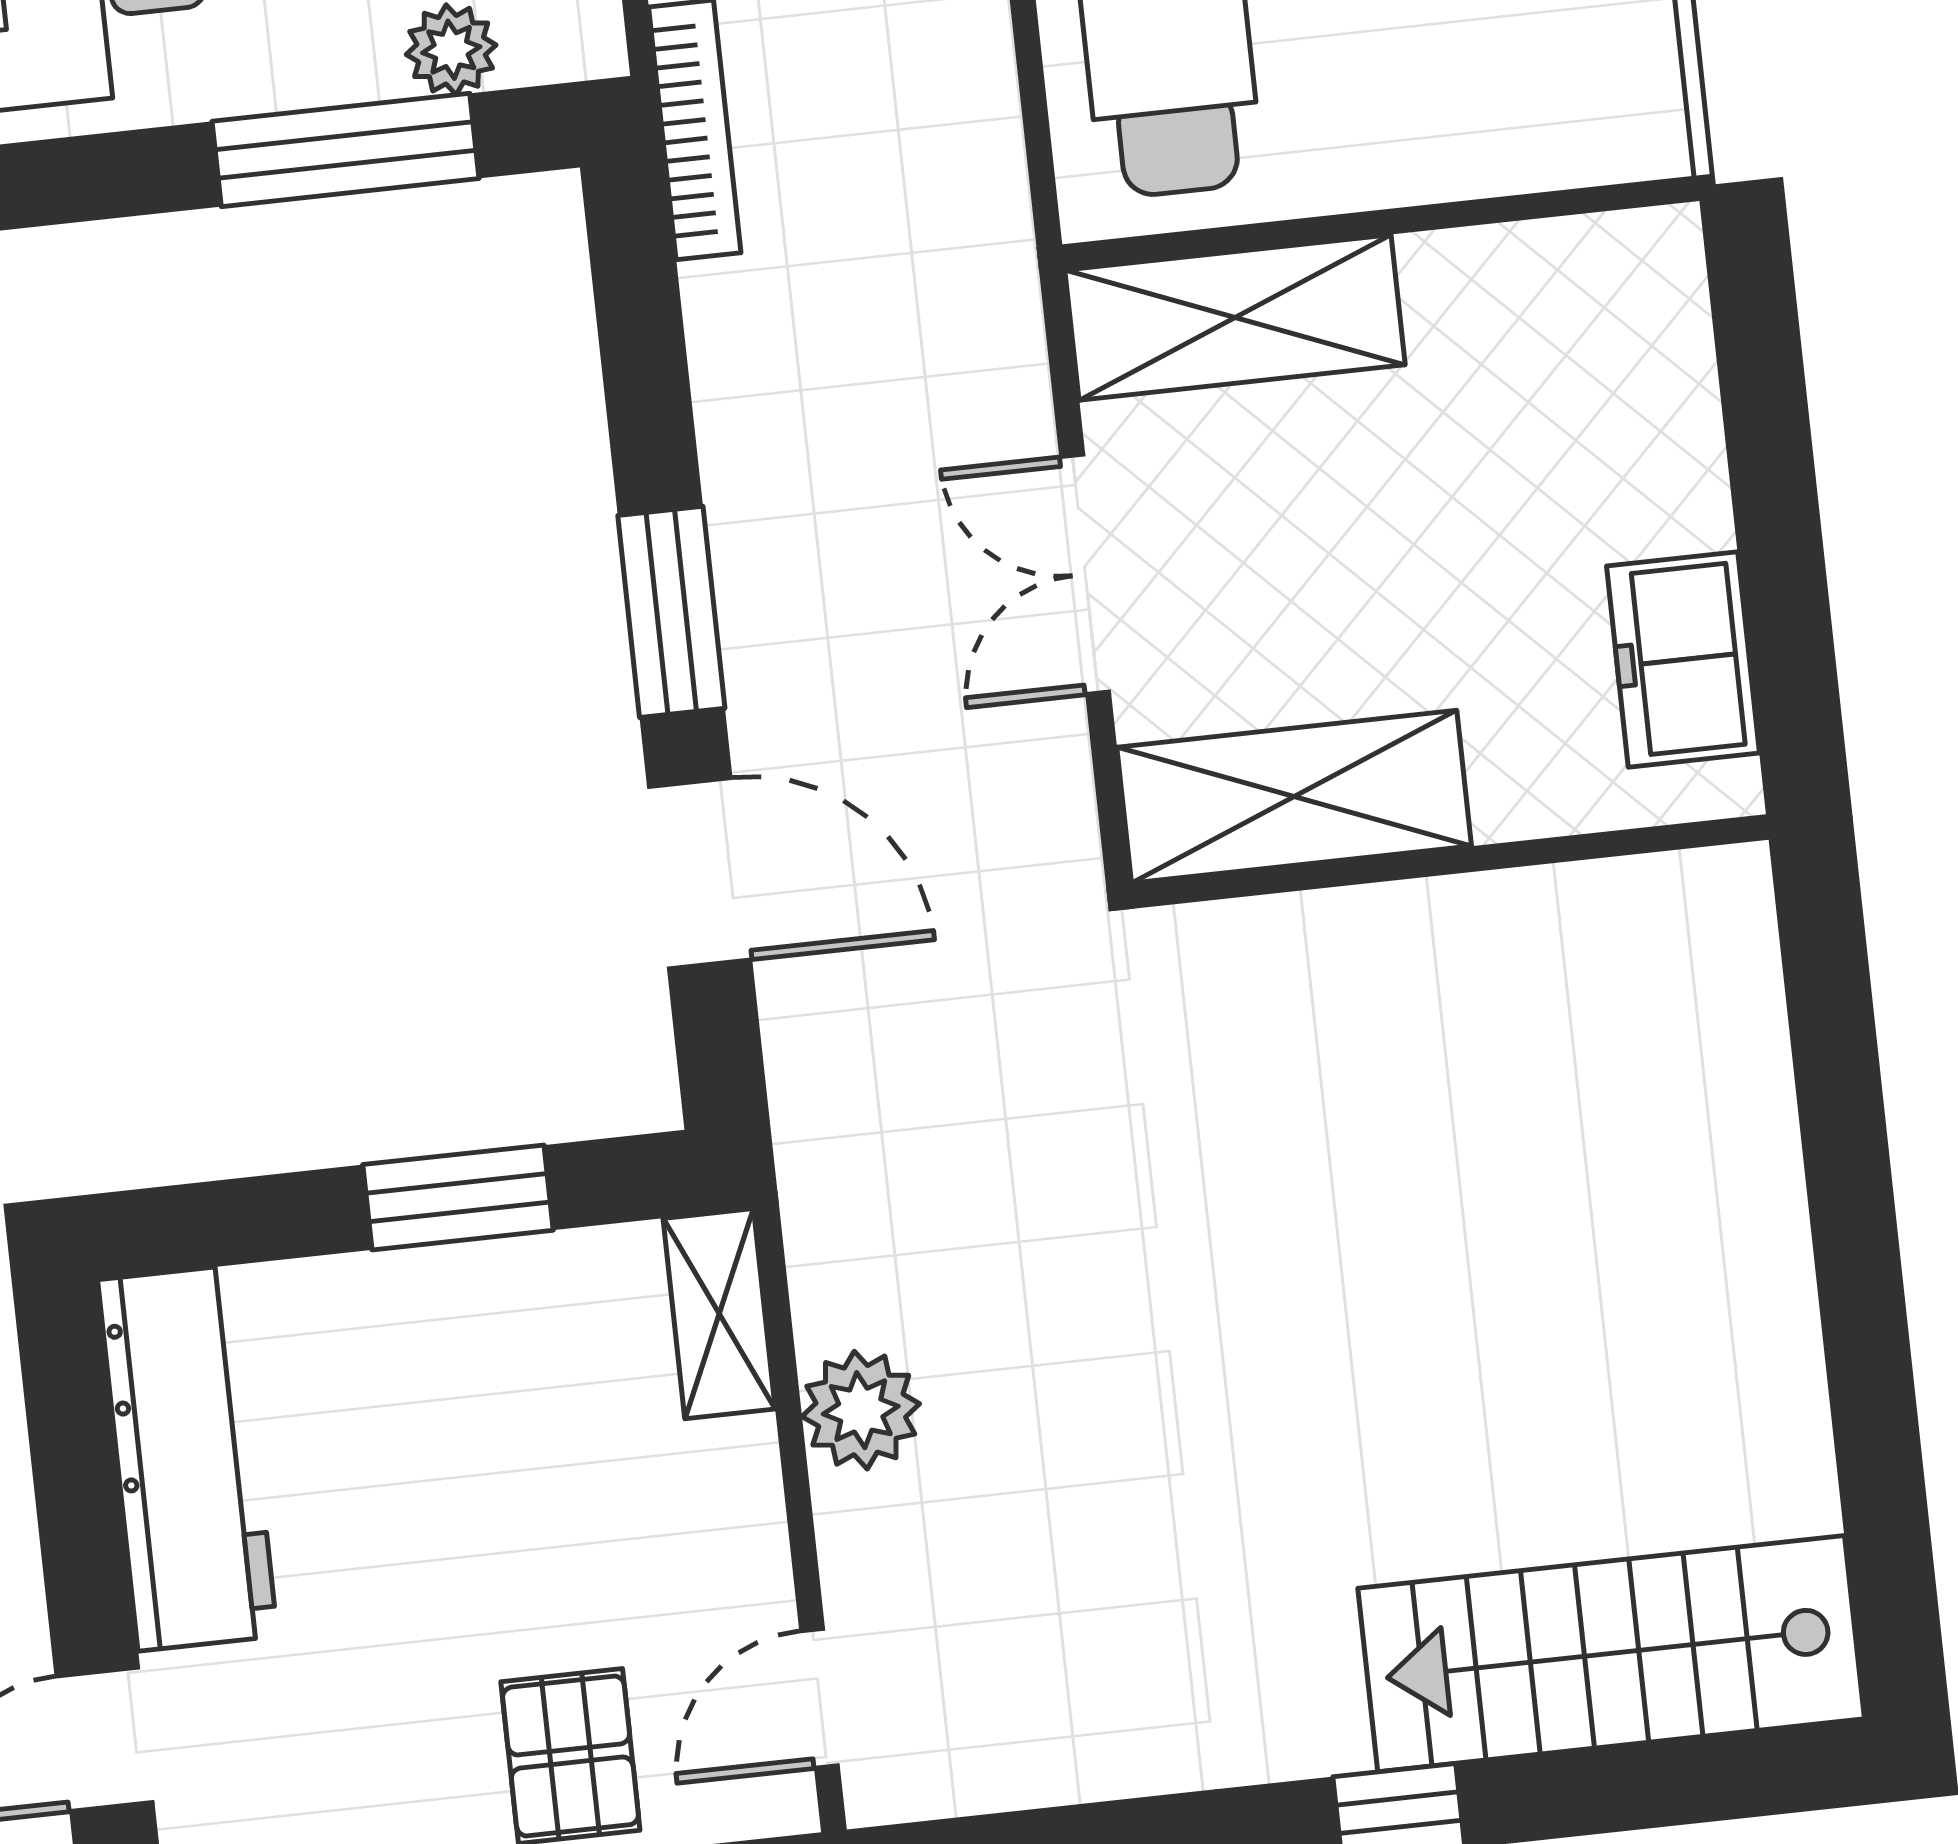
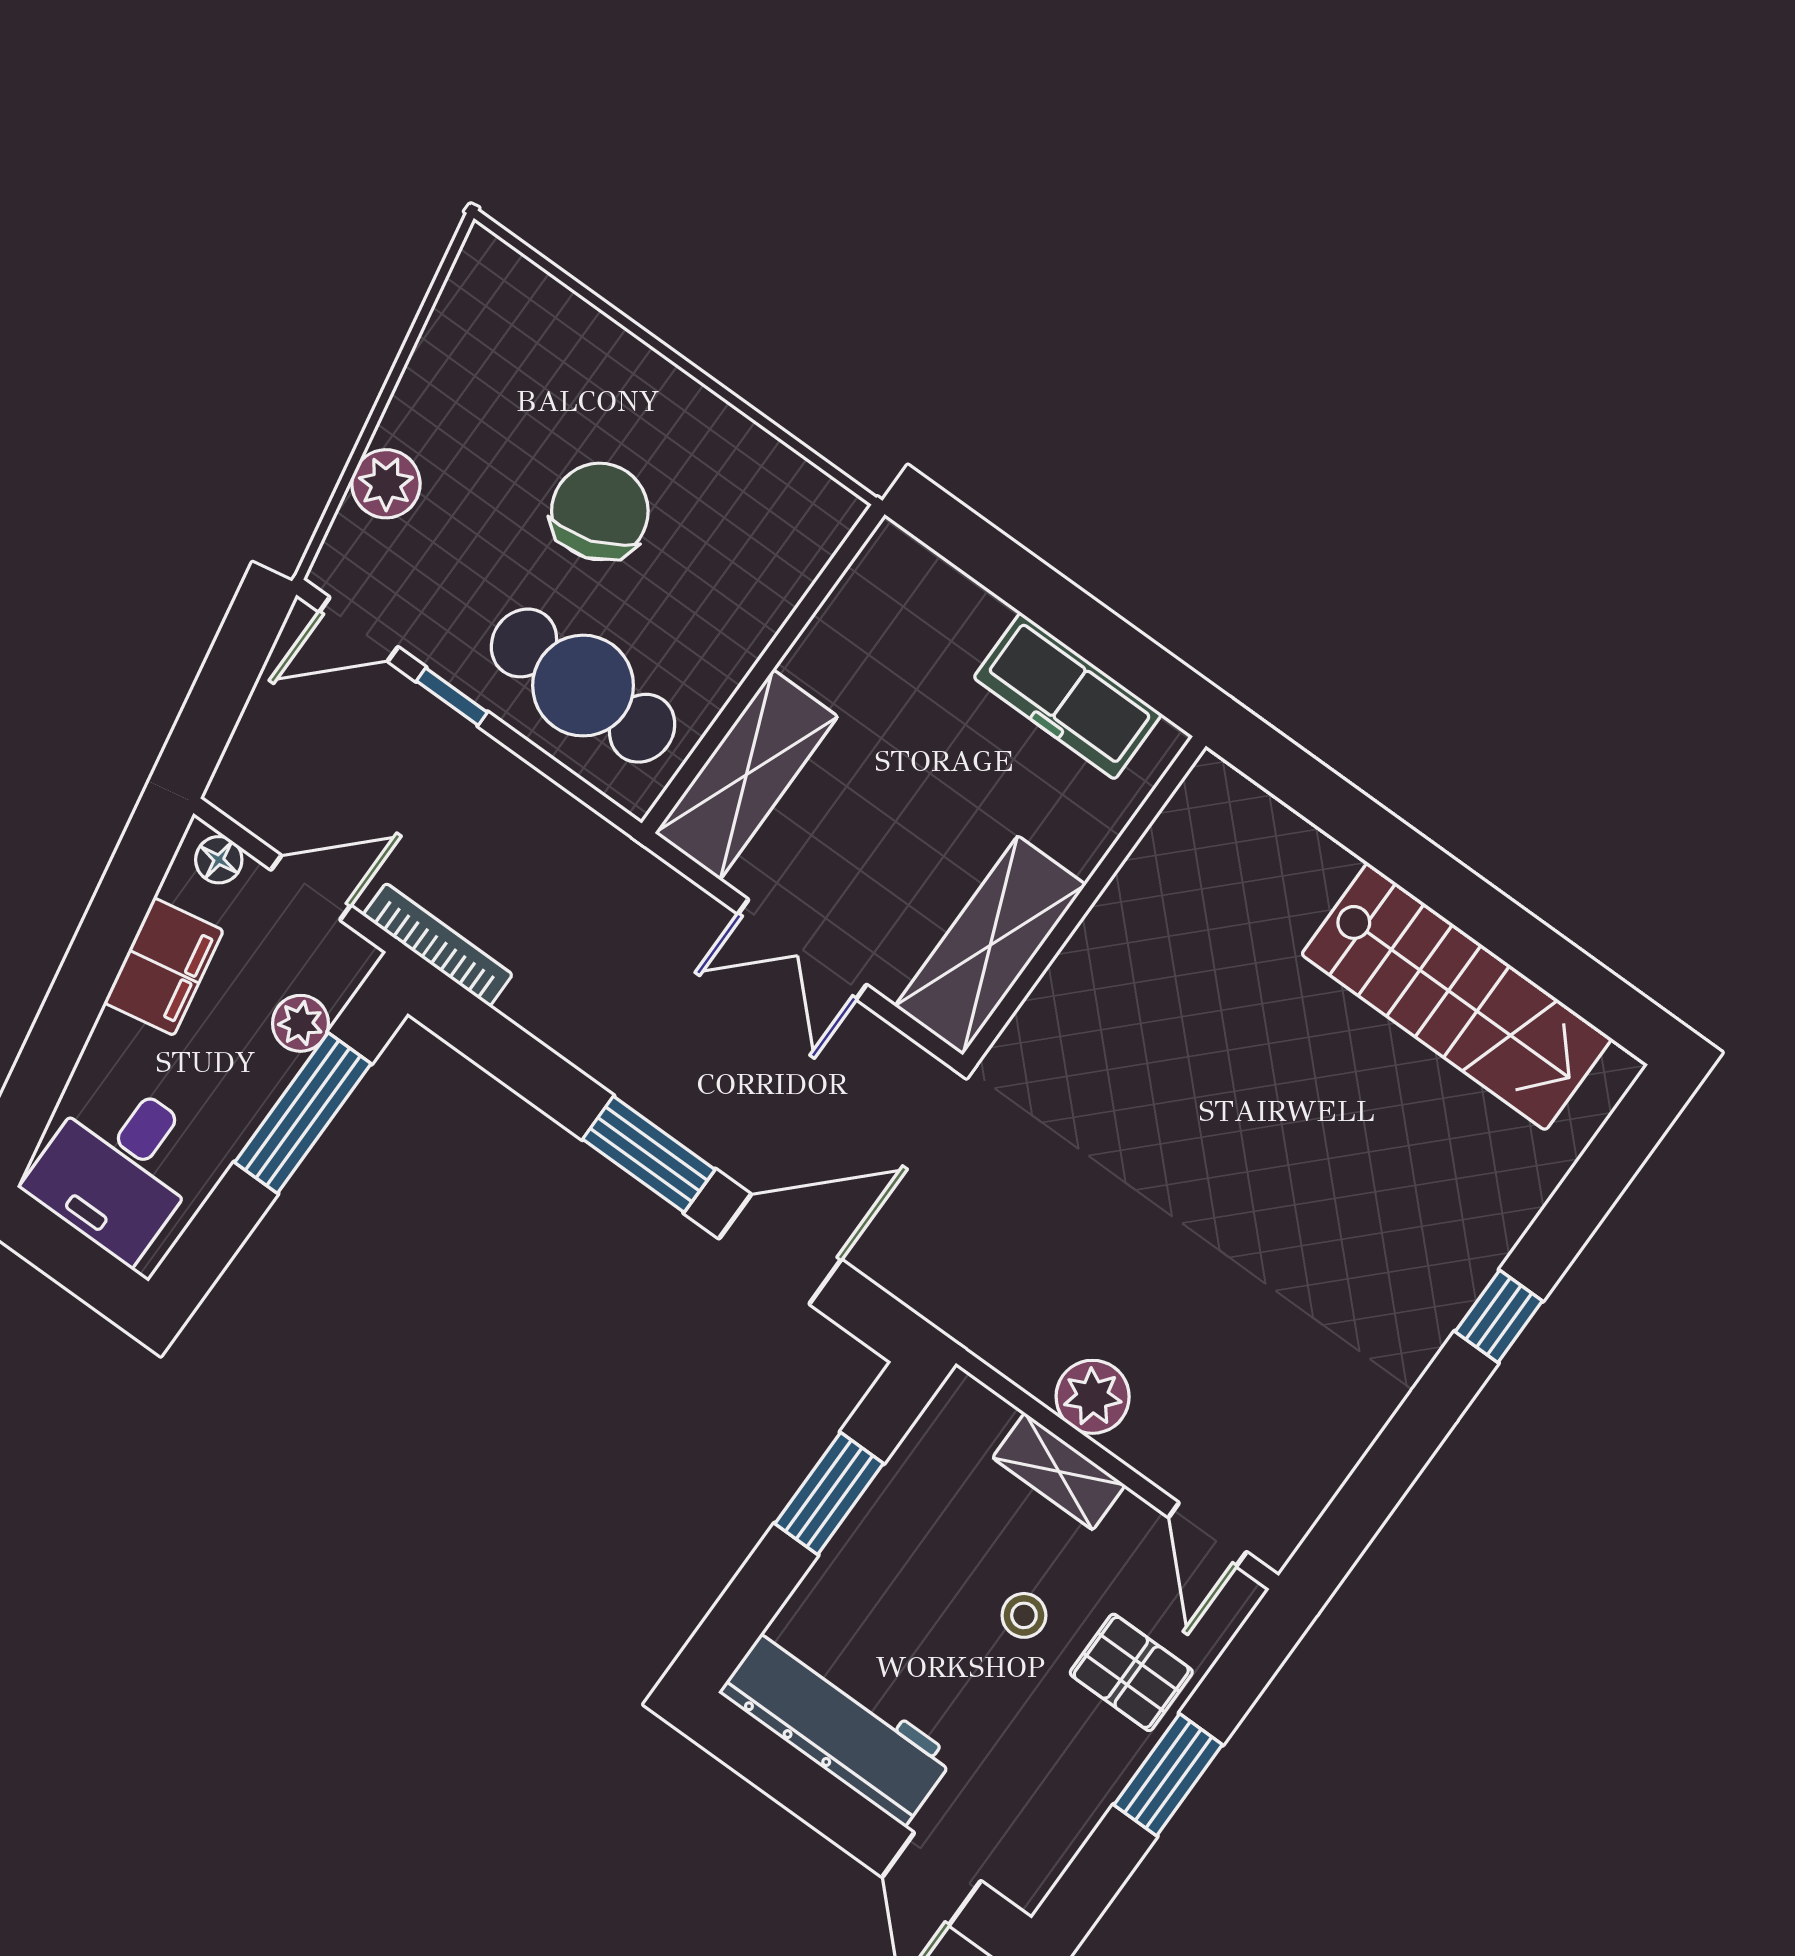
freezer: (1683, 660) -> (1068, 696), width x1.40
shelving: (719, 1314) -> (1059, 1472), moved
stool: (523, 1565) -> (1024, 1615), added
stairs: (1611, 1654) -> (1457, 997), moved, turned -90

